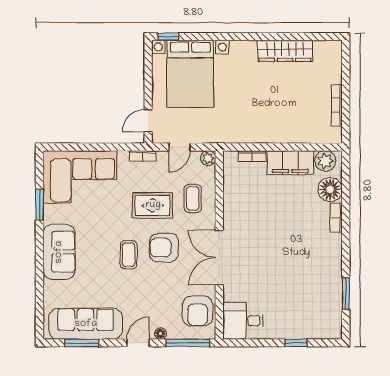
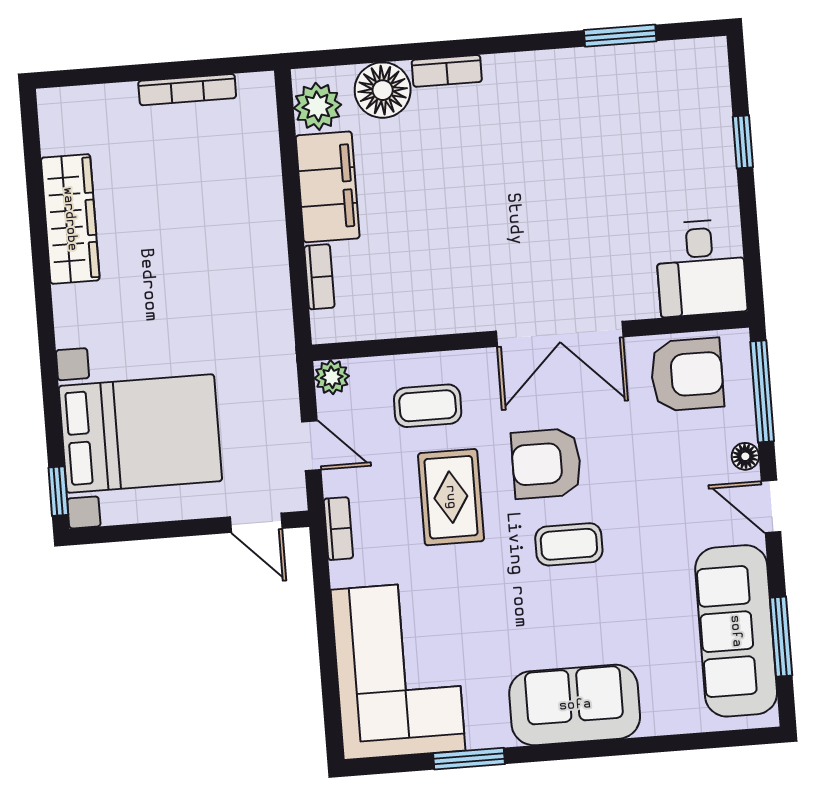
armchair: (164, 248) -> (546, 464), turned 90

